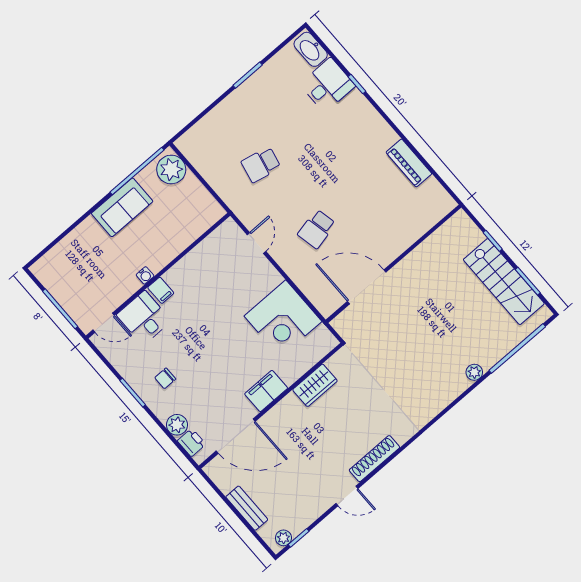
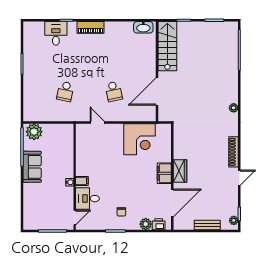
washbasin: (311, 49) -> (143, 27), moved
piano: (409, 163) -> (90, 27), moved
stairs: (504, 282) -> (167, 46), moved, turned -90
plant: (474, 372) -> (234, 108), moved
wardrobe: (315, 385) -> (180, 171), moved

